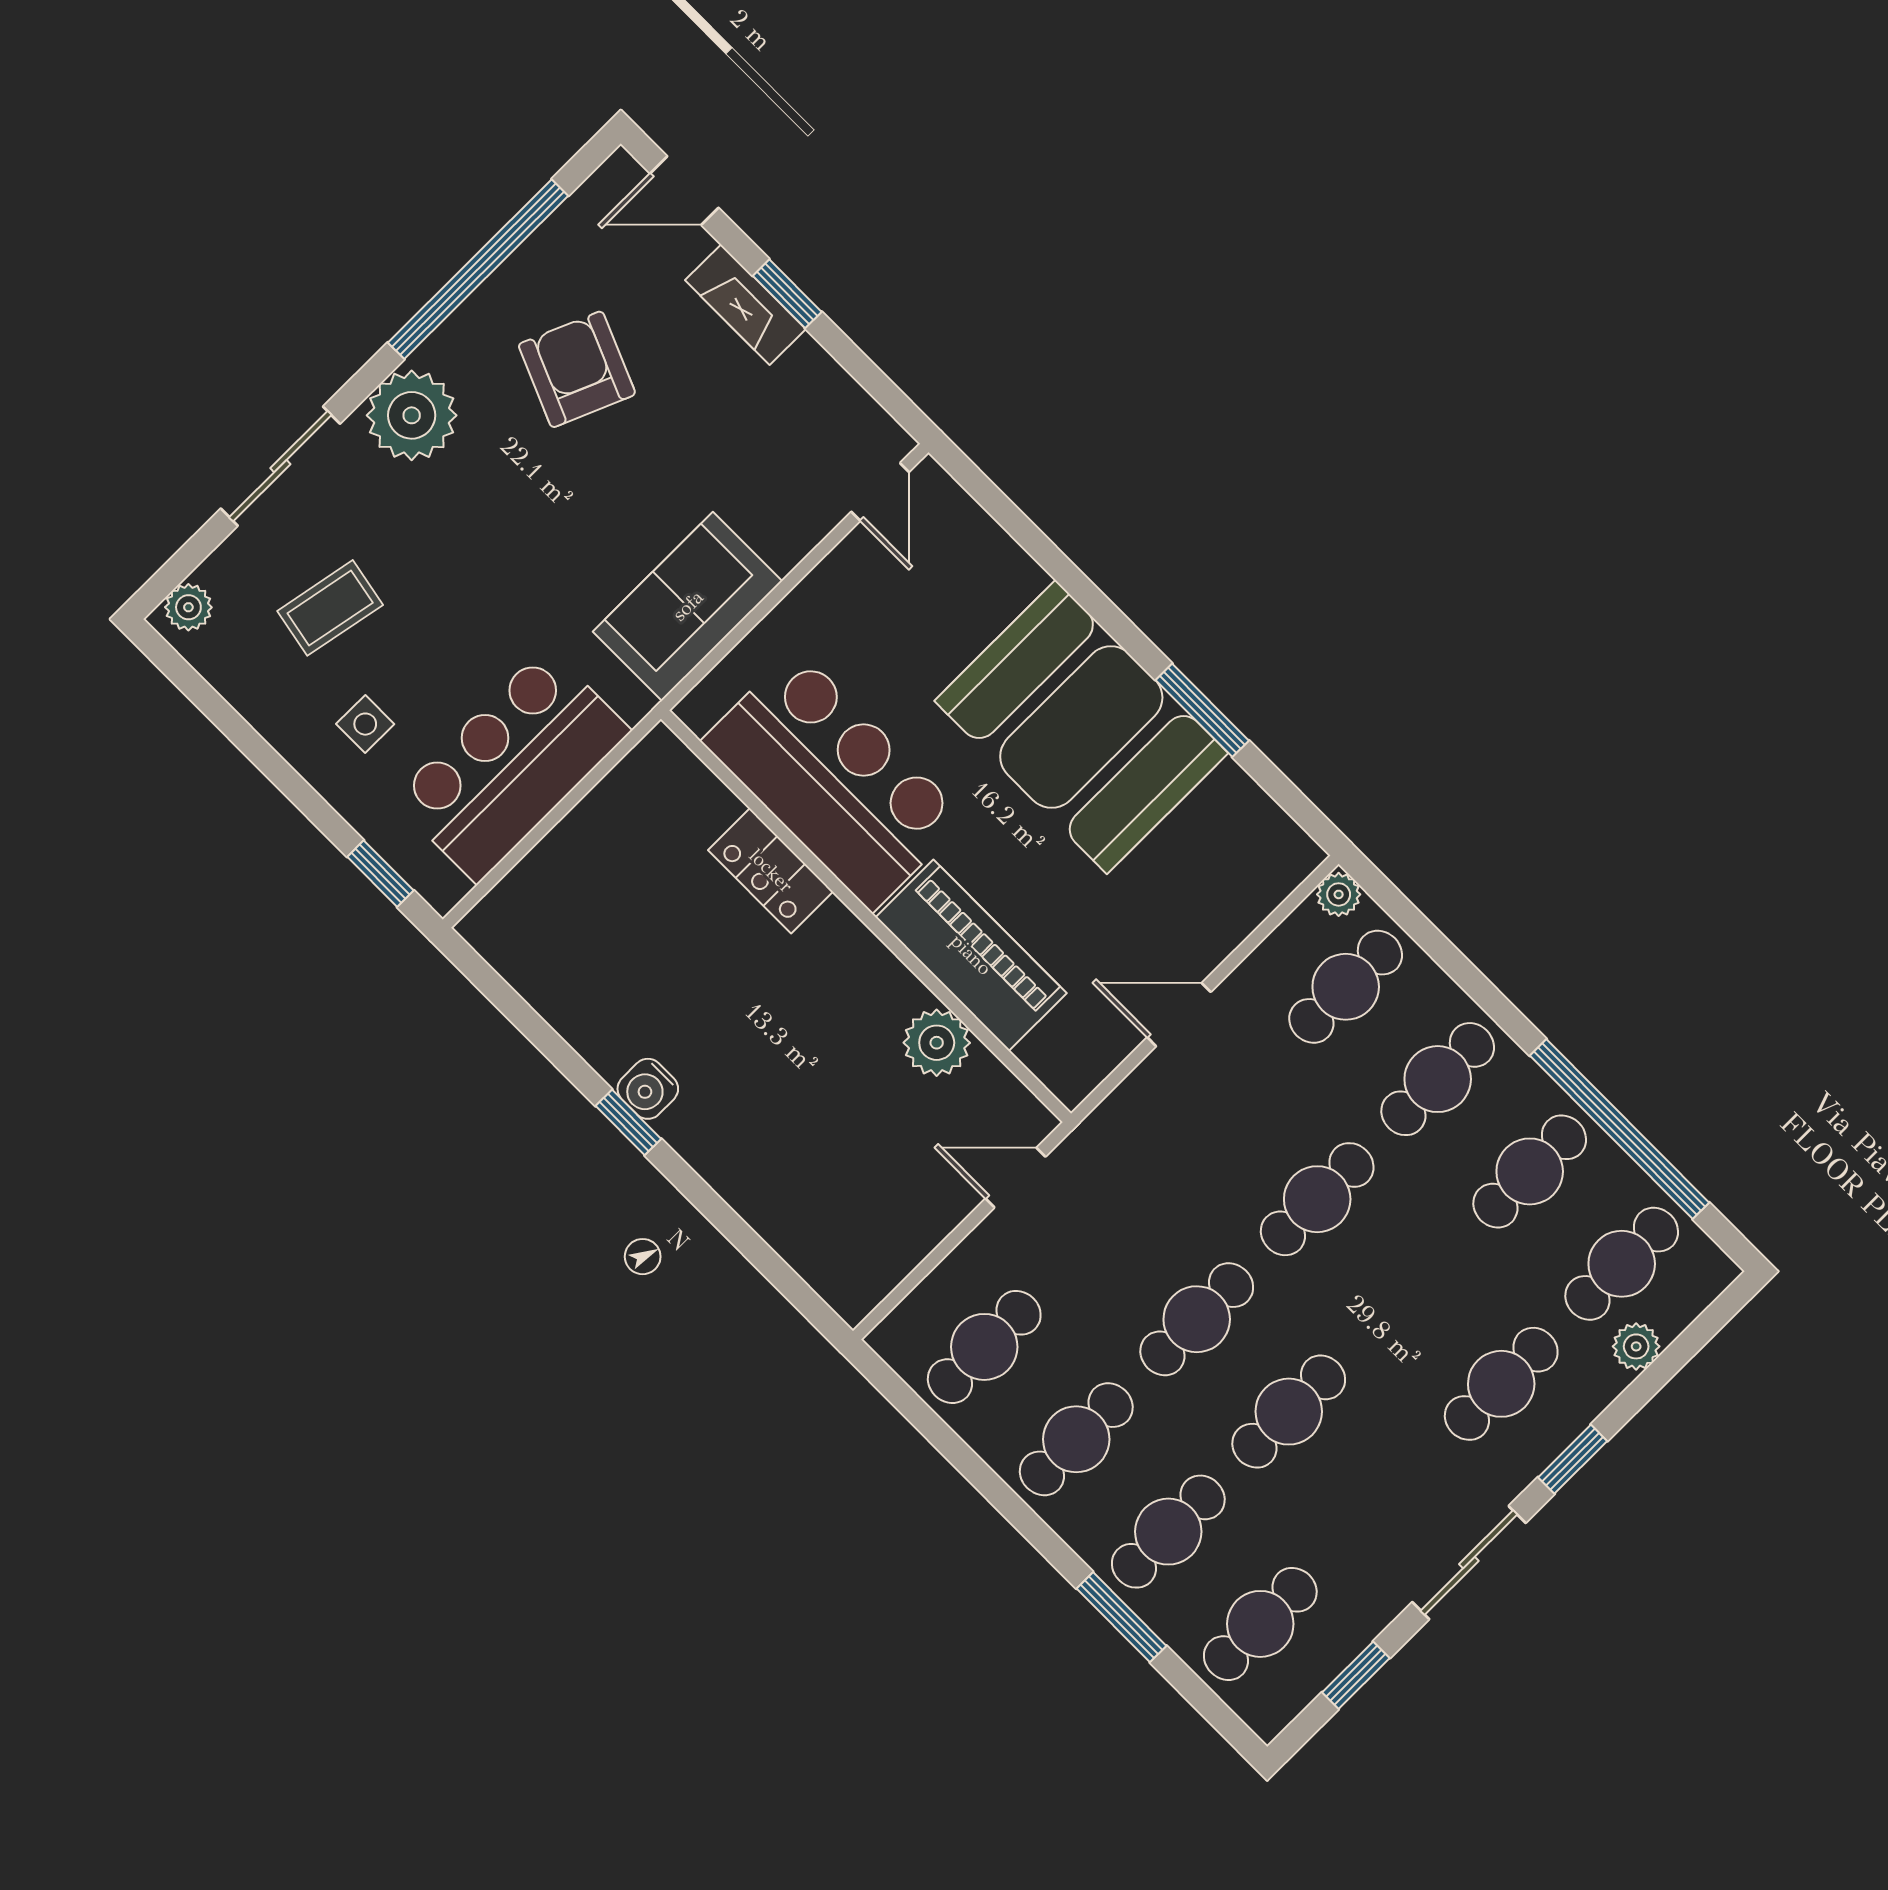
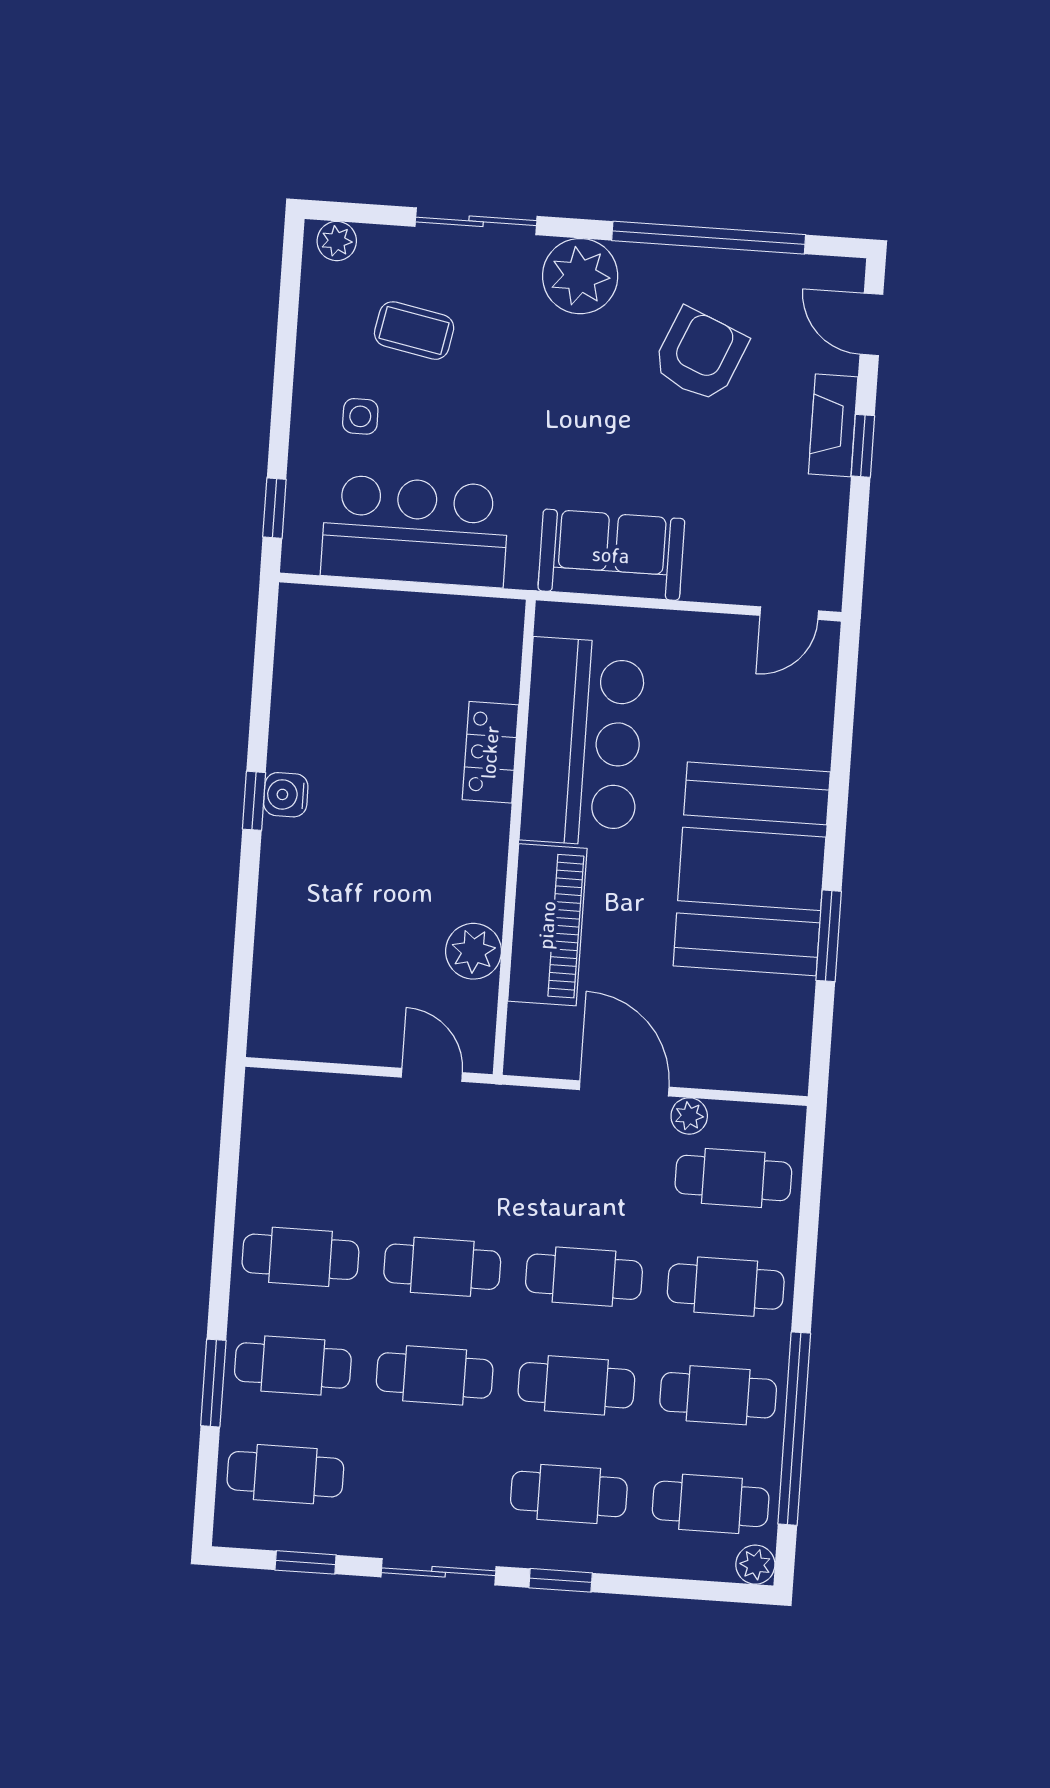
plant: (1339, 894) -> (689, 1116), moved
door: (1179, 1015) -> (624, 1088), width x1.38
plant: (1636, 1346) -> (755, 1565), moved
cafe table: (984, 1347) -> (576, 1385), moved

